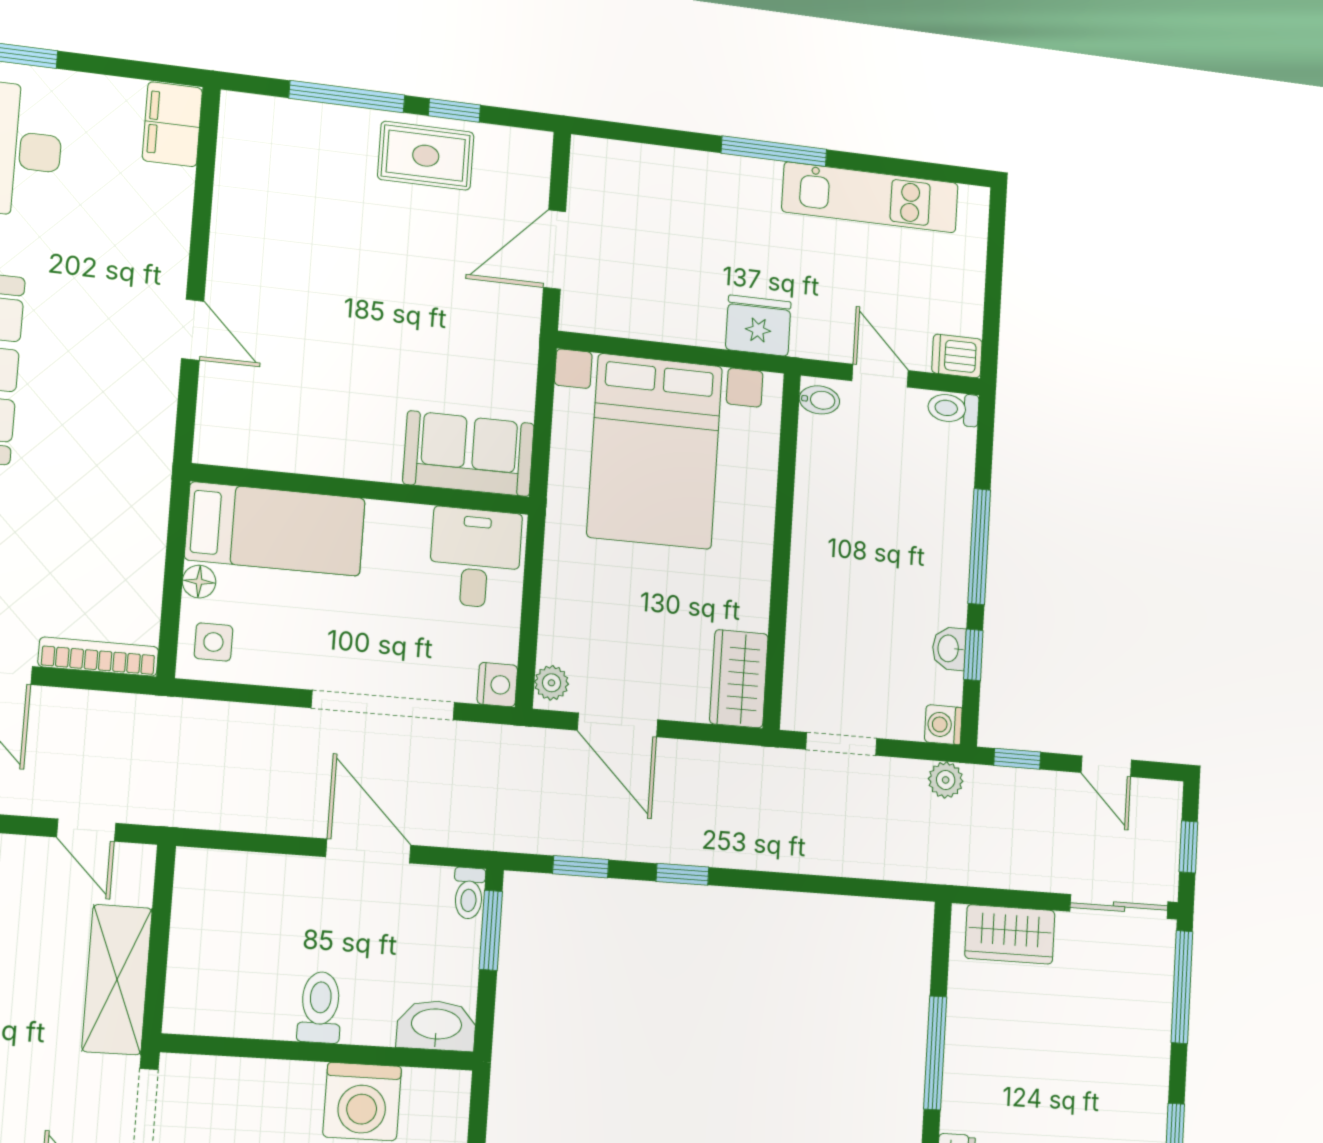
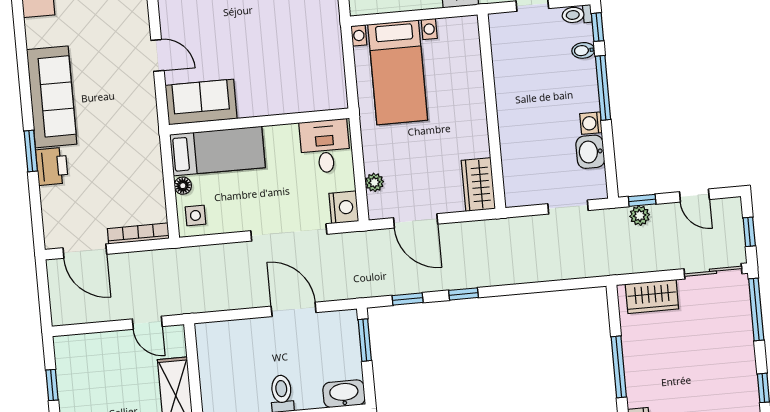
bidet: (819, 400) -> (583, 50), moved, turned 180
bed with nightstands: (655, 451) -> (398, 72), width x0.73
sofa: (469, 454) -> (201, 102), moved
washbasin: (949, 648) -> (590, 152), width x1.38, depth x1.45
window: (973, 655) -> (598, 27), moved
plant: (551, 683) -> (374, 182), moved
nightstand: (497, 685) -> (344, 207), width x1.36, depth x1.33
washing machine: (943, 725) -> (591, 123), moved
doorway: (841, 744) -> (568, 207), moved
plant: (946, 780) -> (640, 216), moved
toilet: (469, 893) -> (350, 323), removed

